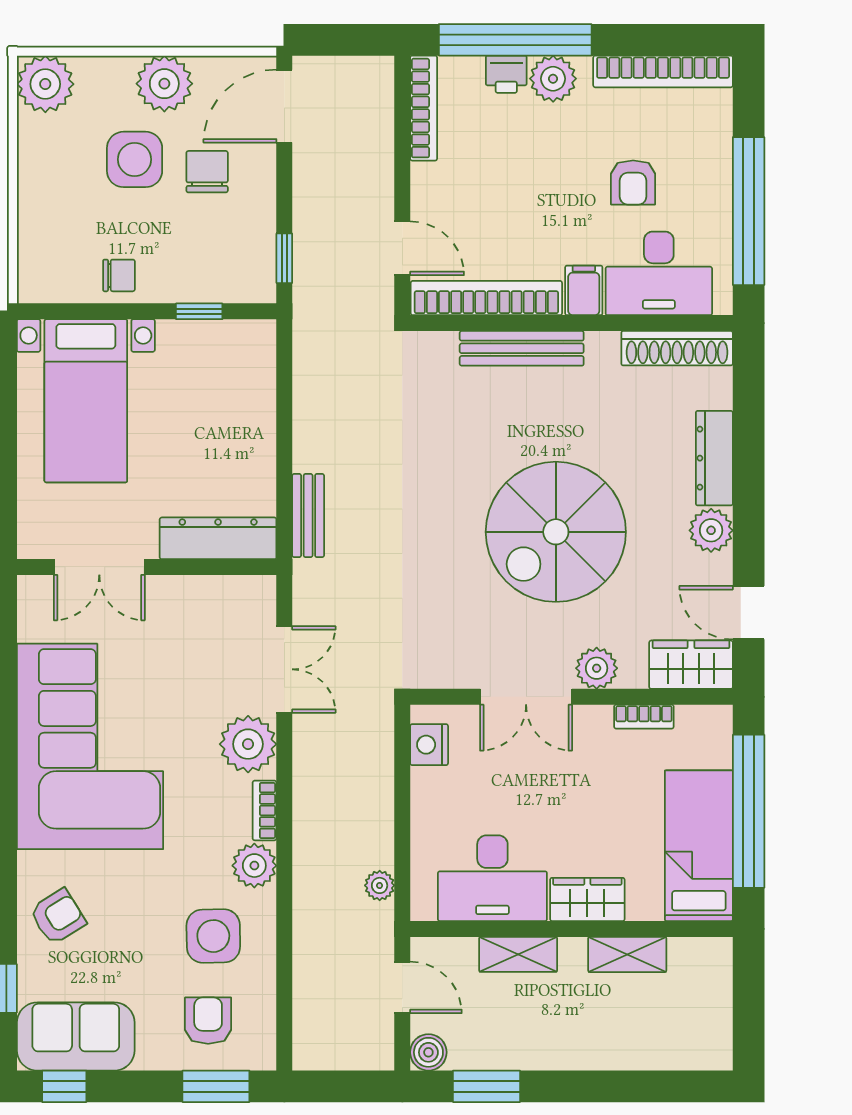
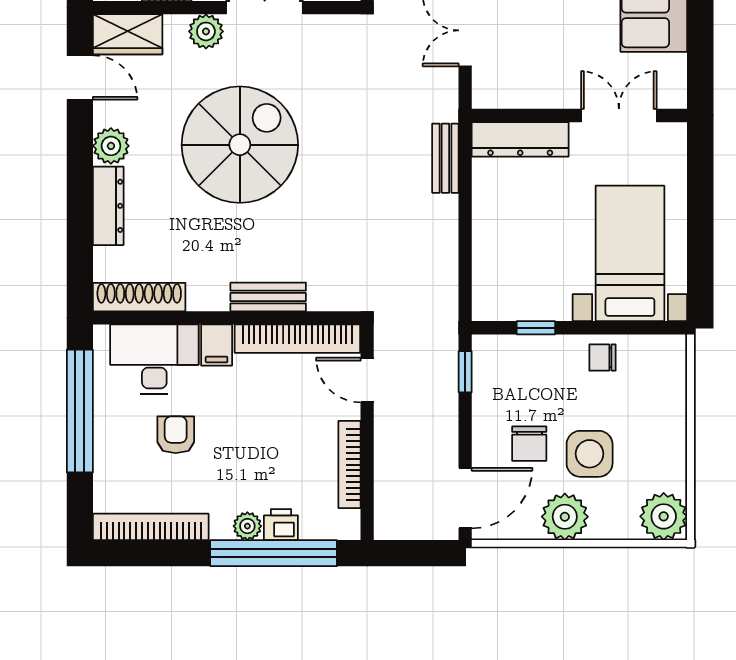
plant: (553, 79) -> (247, 526), width x0.73, depth x0.73
bookcase: (424, 108) -> (350, 465), moved
bench: (522, 348) -> (268, 297), width x0.73

